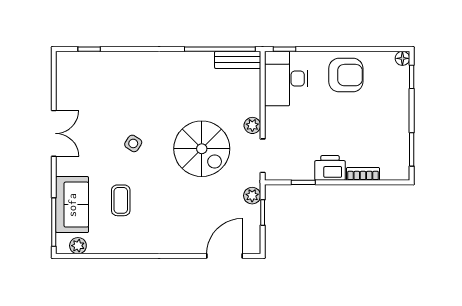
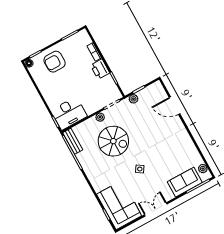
armchair: (346, 75) -> (55, 62), moved, turned -90
corner sofa: (93, 78) -> (119, 205), added
spiral stairs: (202, 149) -> (113, 141), moved, turned 90
coffee table: (121, 200) -> (170, 160), removed
door: (225, 256) -> (175, 106), moved

